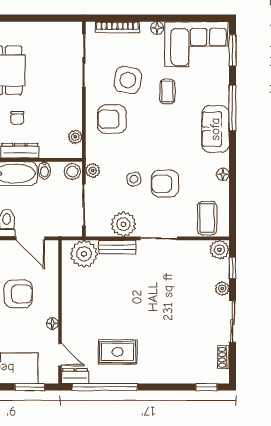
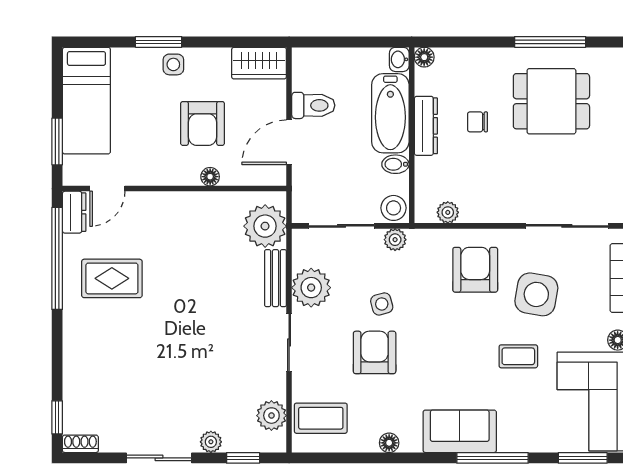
plant: (219, 250) -> (271, 416), moved
floor lamp: (52, 323) -> (210, 177), moved
rug: (118, 352) -> (112, 278), turned 90
shoe rack: (223, 357) -> (80, 444), moved

